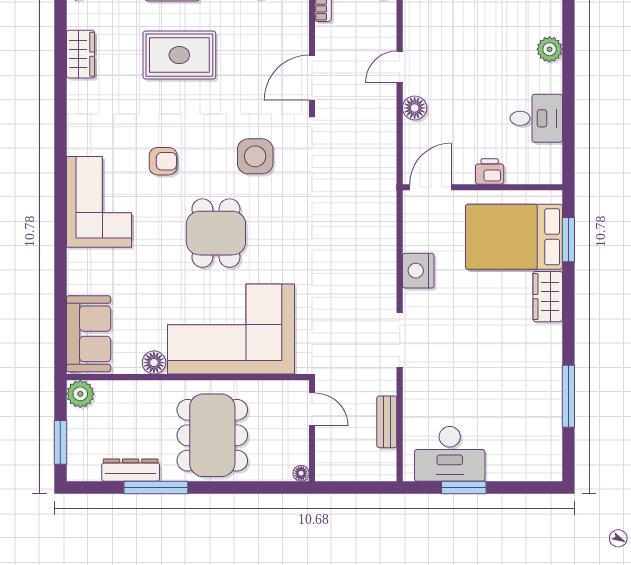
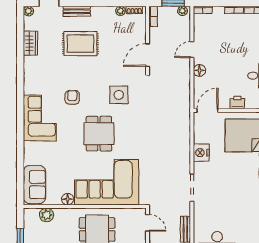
armchair: (163, 161) -> (72, 97), turned -90
plant: (80, 394) -> (47, 215), moved

